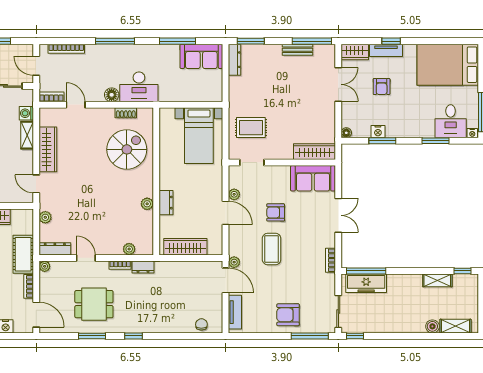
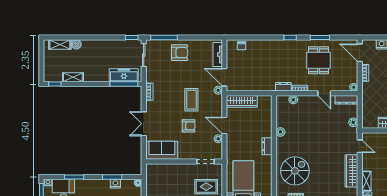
spiral stairs: (127, 149) -> (295, 171), turned 180
wardrobe: (315, 152) -> (161, 169), removed
dresser: (166, 203) -> (267, 146), moved
wardrobe: (185, 247) -> (242, 101), moved
cot: (23, 254) -> (369, 96), removed
dining table: (94, 304) -> (318, 60), turned 90

